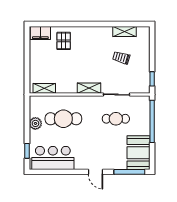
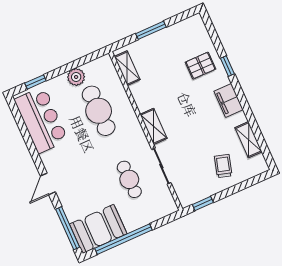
window: (72, 24) -> (227, 66), added
filing cabinet: (40, 33) -> (229, 100), moved
trolley: (121, 58) -> (223, 166), moved
window: (27, 62) -> (151, 30), added
window: (152, 121) -> (123, 239), moved

